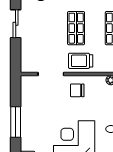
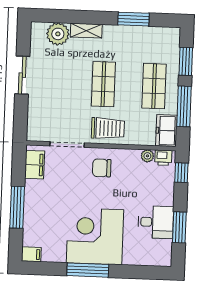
trolley: (81, 61) -> (108, 128), turned 180
filing cabinet: (27, 90) -> (35, 165), added

